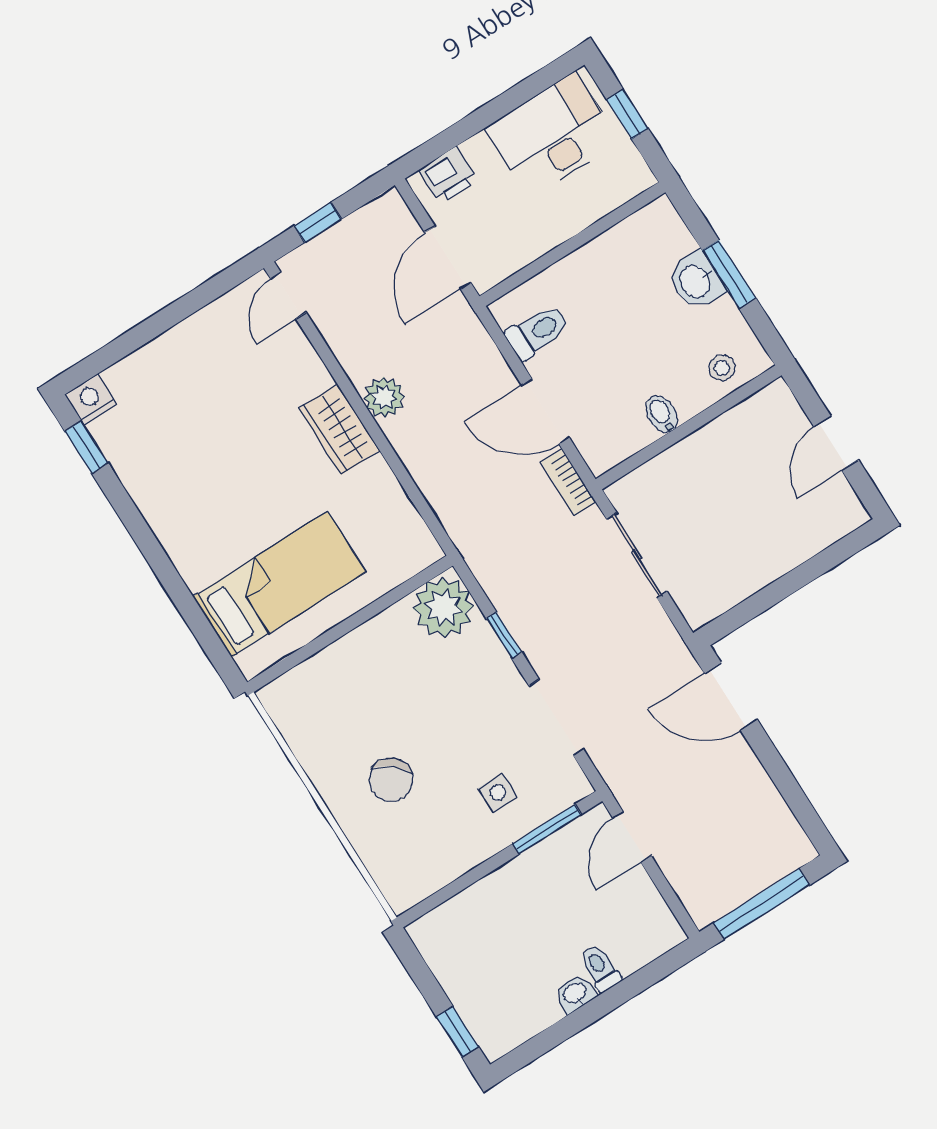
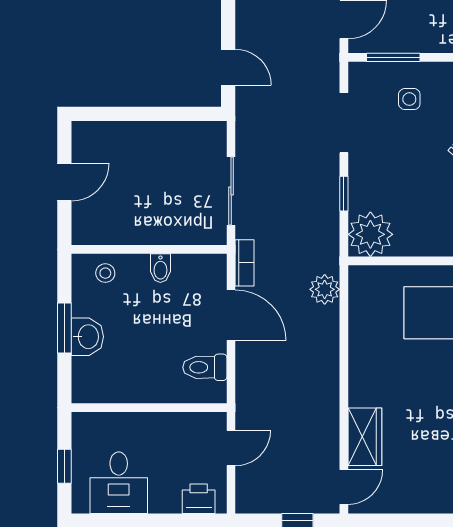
desk: (552, 135) -> (119, 483), width x0.73
door: (448, 258) -> (231, 448), width x0.73
plant: (384, 397) -> (325, 289), moved
wardrobe: (339, 429) -> (365, 437), moved
door: (731, 697) -> (228, 67), width x0.73

